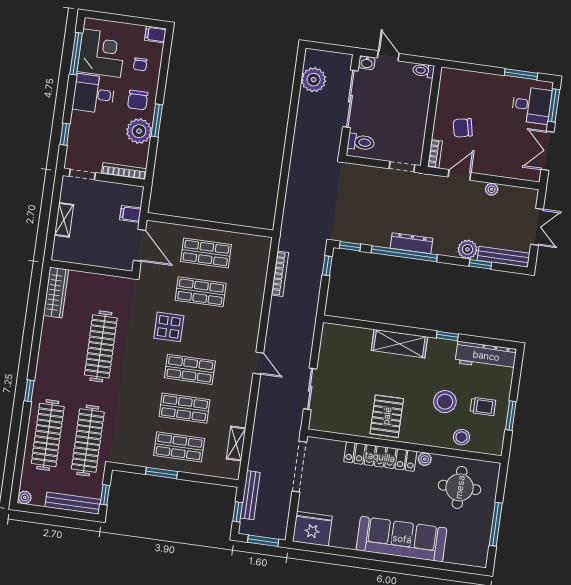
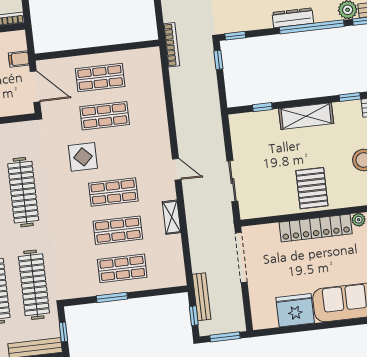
window: (404, 254) -> (312, 27), moved
bookcase: (280, 274) -> (171, 45), moved
window: (358, 324) -> (262, 107), added
shelving: (236, 443) -> (172, 217), moved
fridge: (312, 529) -> (295, 310), moved

